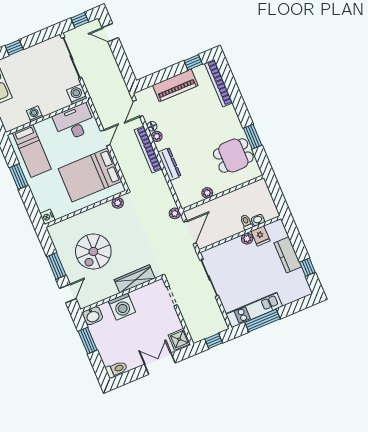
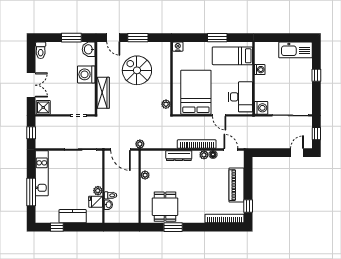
window: (262, 321) -> (31, 192), moved

